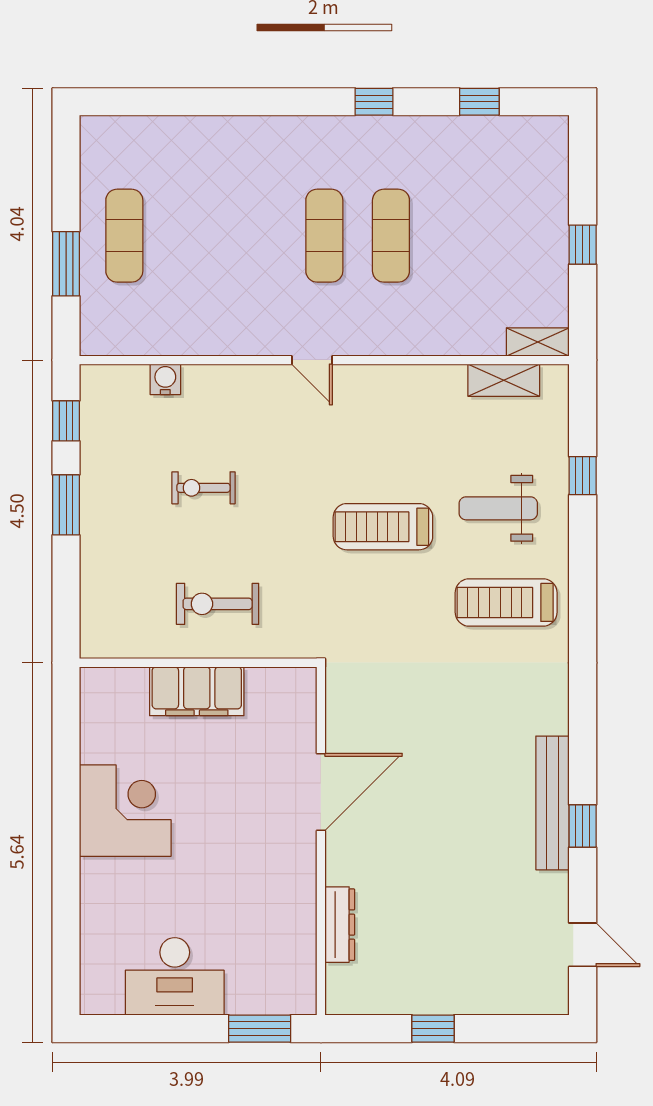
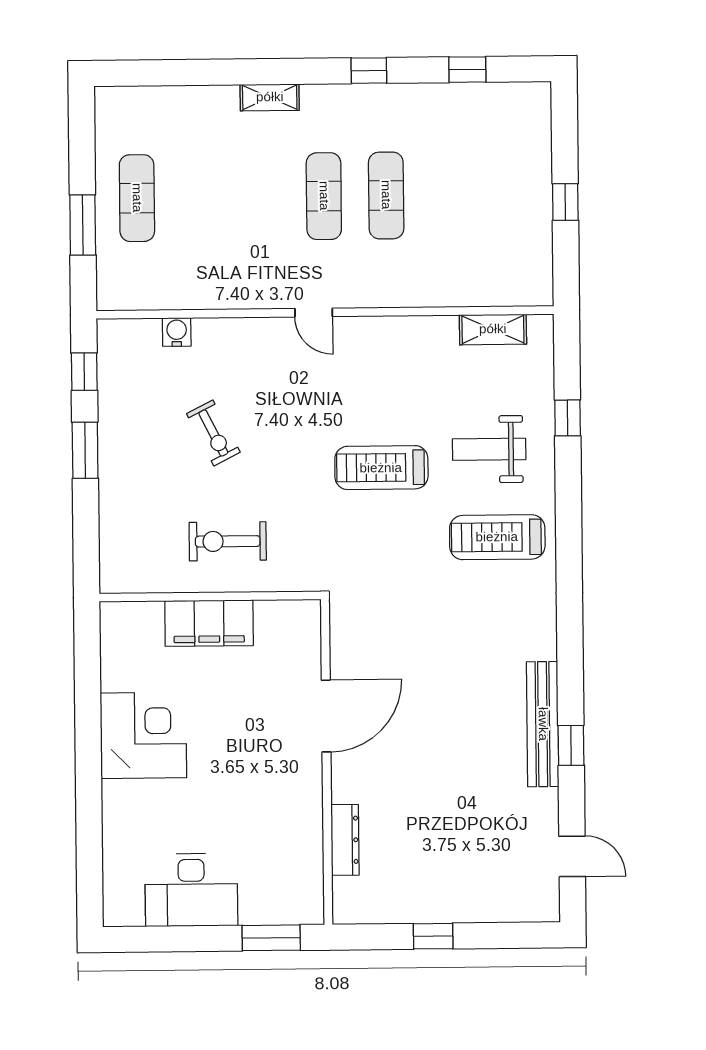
shelving: (538, 342) -> (270, 97), moved
exercise bike: (203, 488) -> (213, 433), turned -117

